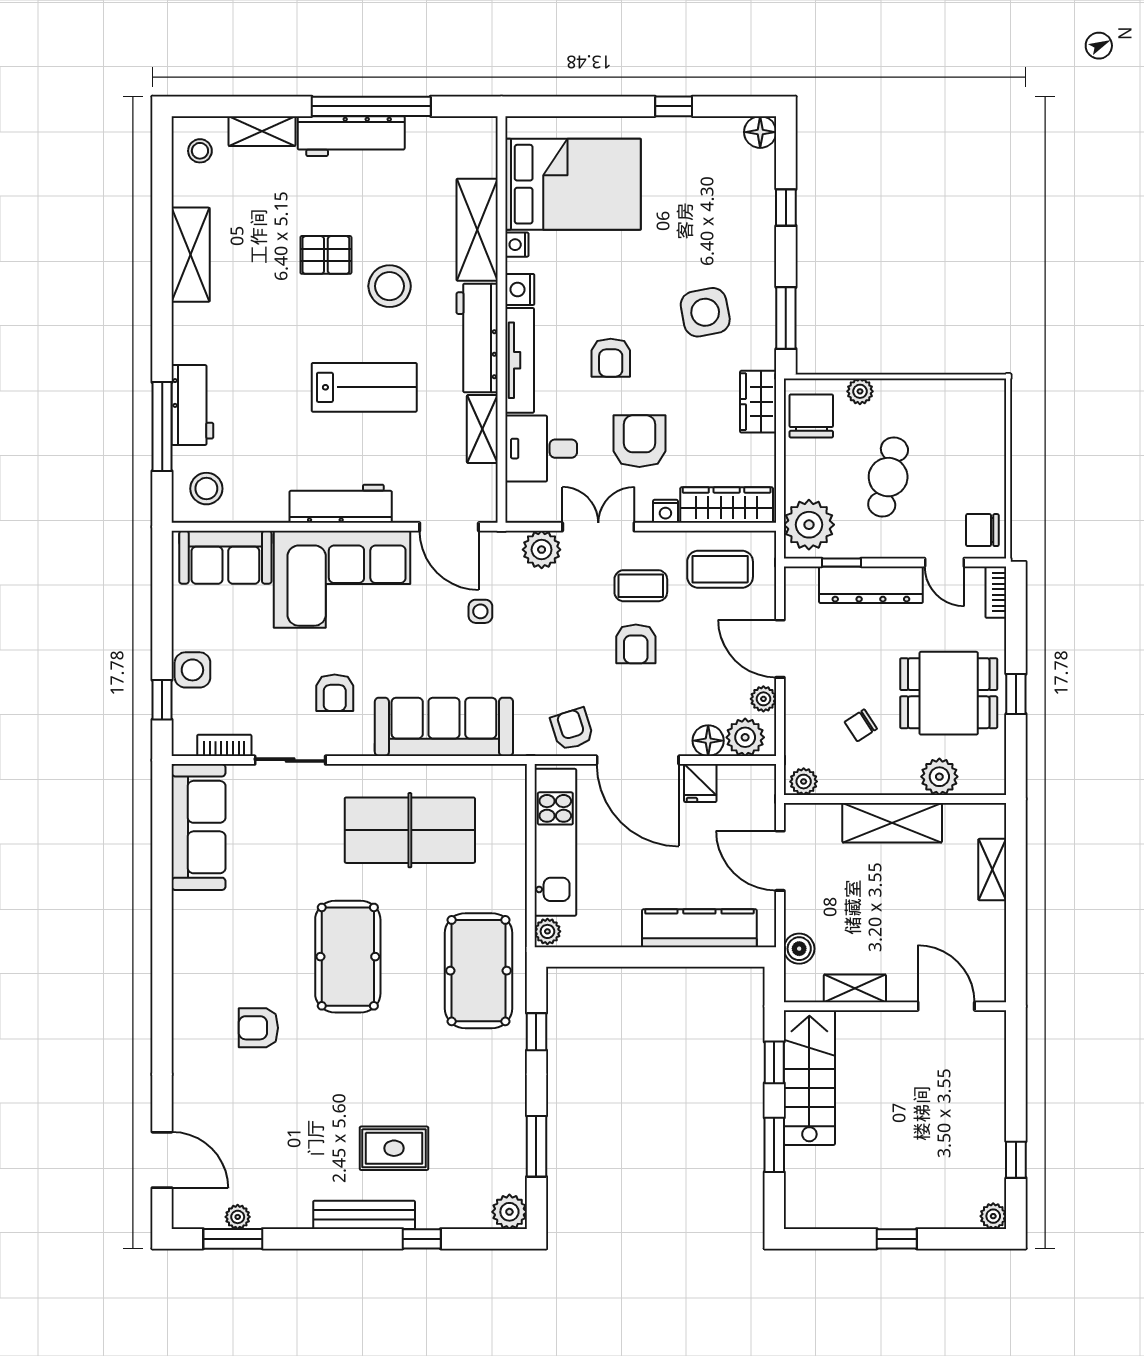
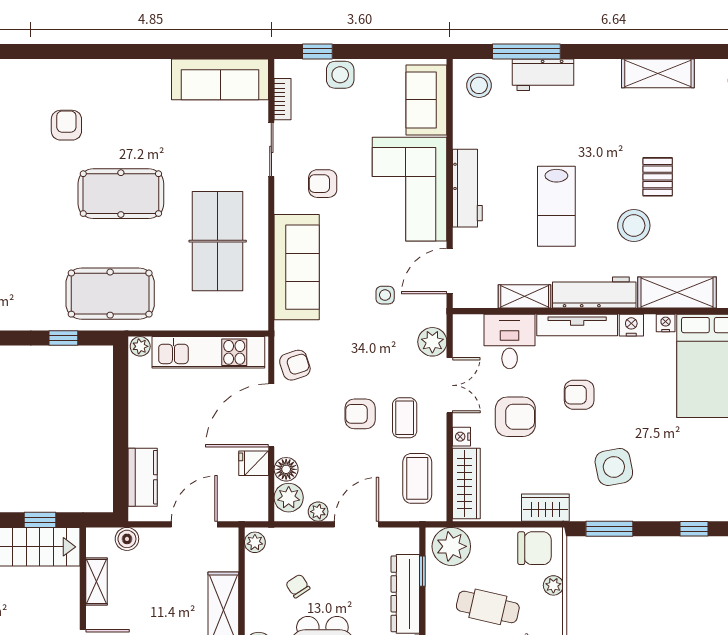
kitchen counter: (699, 928) -> (143, 477), width x0.67

